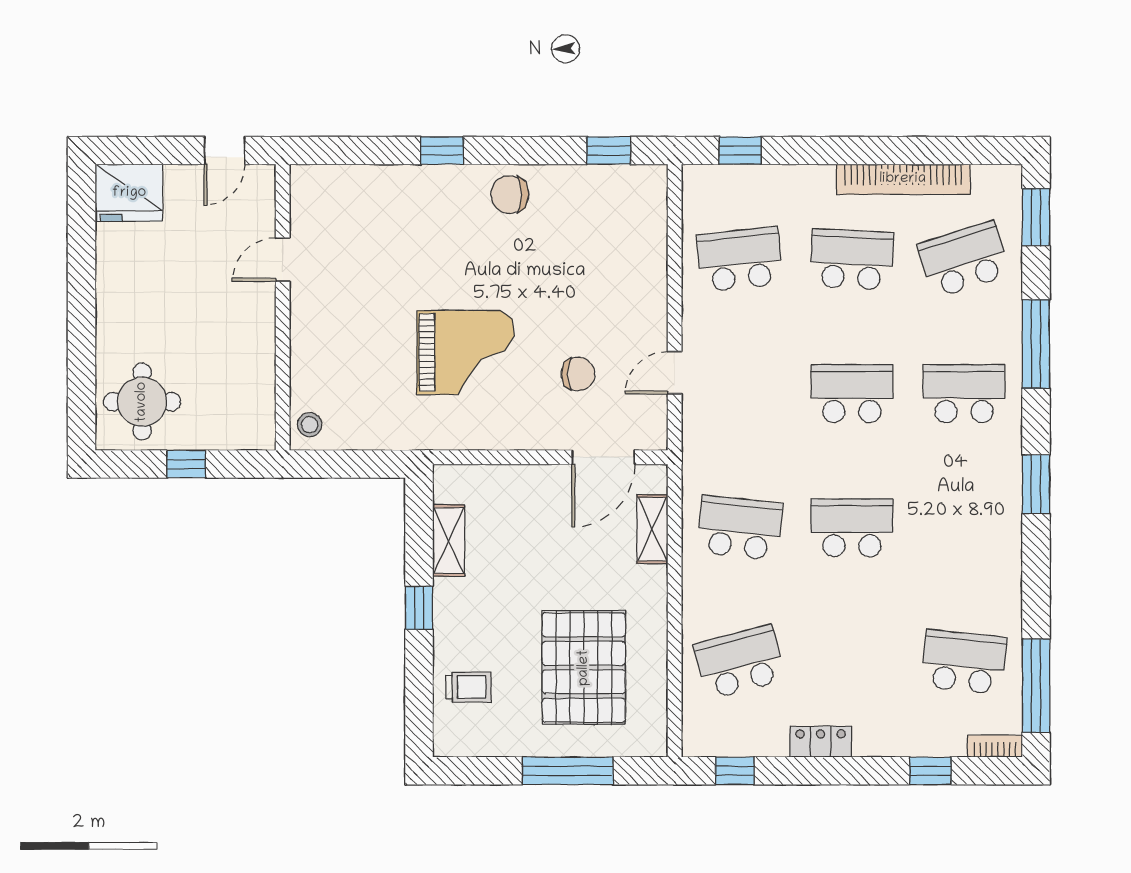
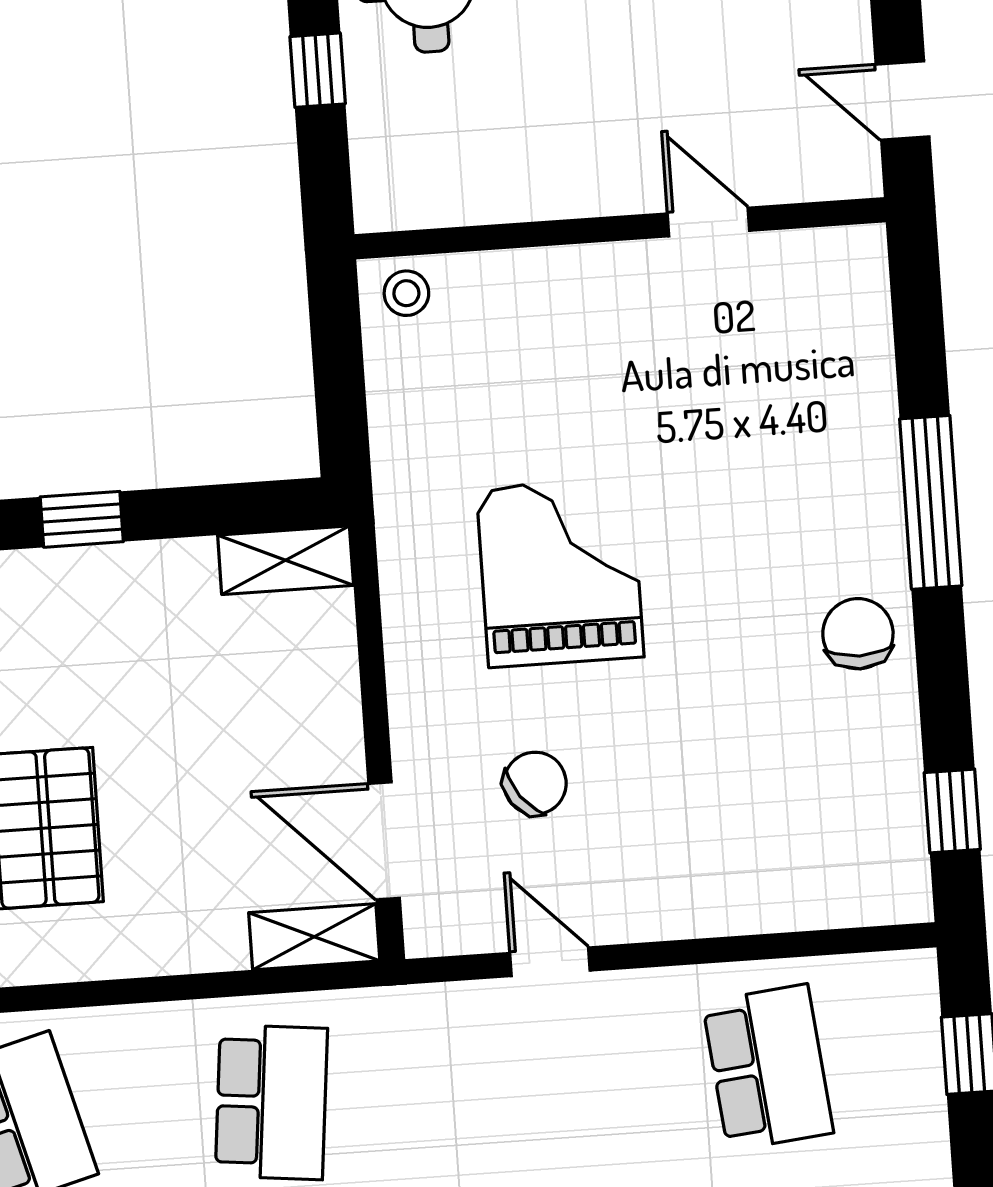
window: (442, 151) -> (931, 502), width x2.17
grand piano: (466, 352) -> (560, 573), turned 180
chair: (578, 374) -> (535, 783), turned -127
shelving: (652, 529) -> (314, 937), moved
shelving: (449, 541) -> (286, 560), moved

